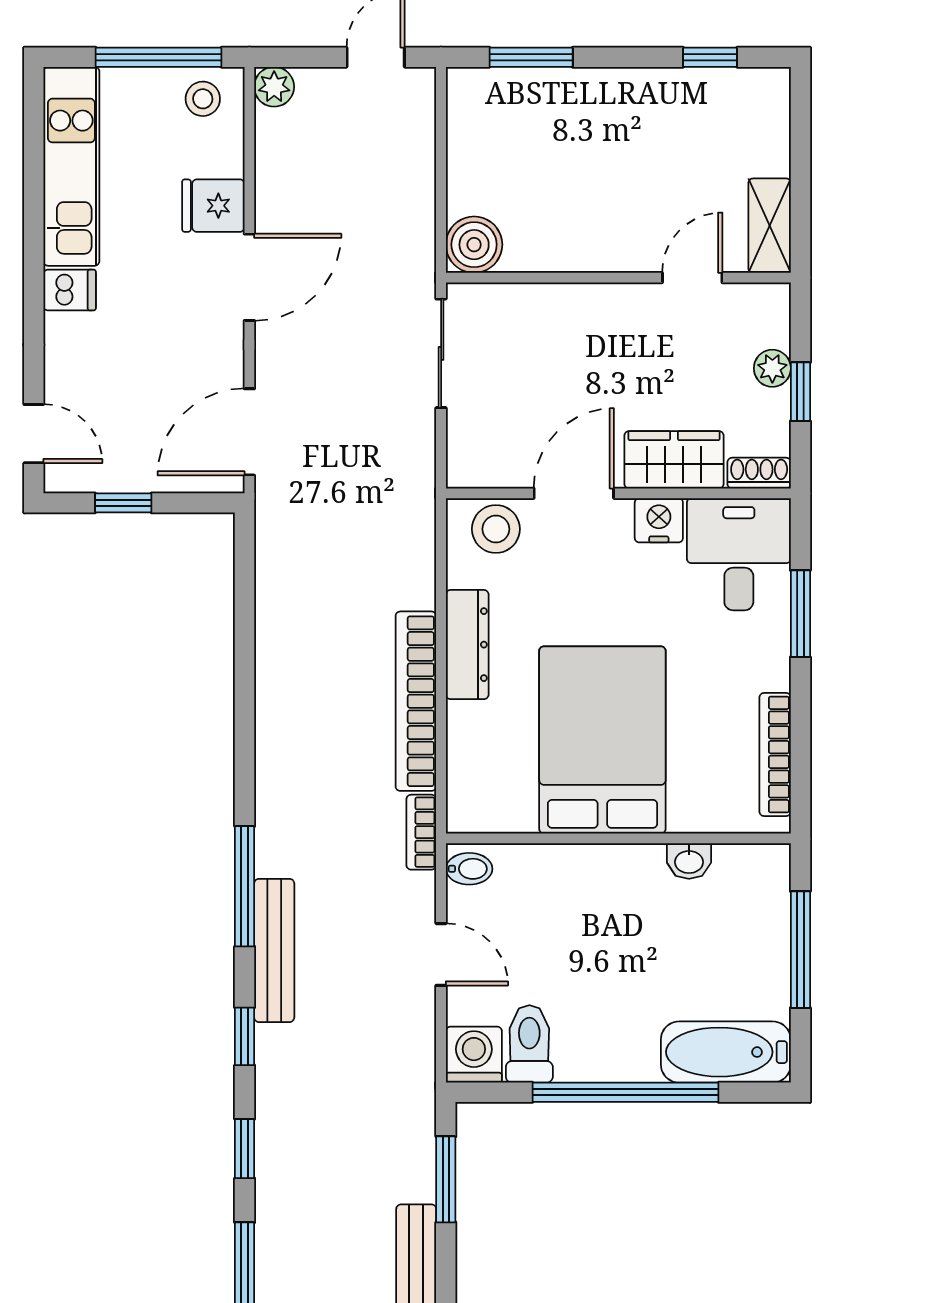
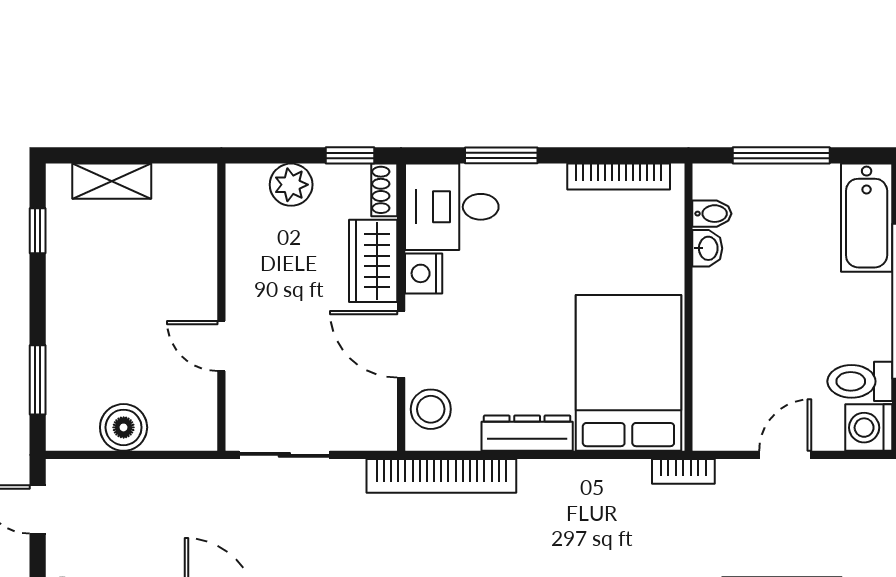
shelving: (770, 226) -> (112, 181), moved
boiler: (474, 245) -> (124, 427), moved
door: (692, 278) -> (221, 346), moved
plant: (772, 368) -> (291, 185), width x1.38, depth x1.38
window: (800, 392) -> (350, 155), moved
bookcase: (416, 701) -> (441, 476), moved
bed: (602, 740) -> (628, 373), moved, turned 90
bidet: (469, 869) -> (712, 214), moved, turned 90

